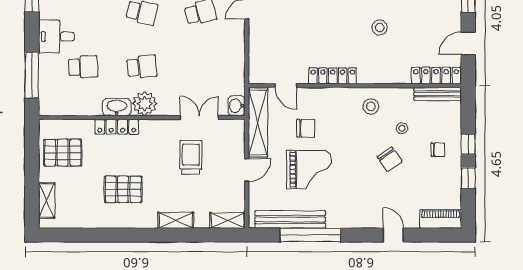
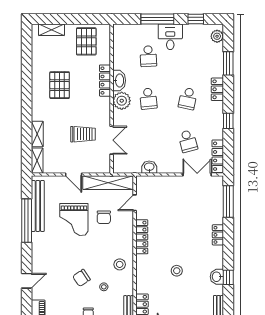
window: (32, 75) -> (157, 19), moved
washbasin: (236, 106) -> (149, 167), moved
shelving: (176, 220) -> (37, 134), moved

